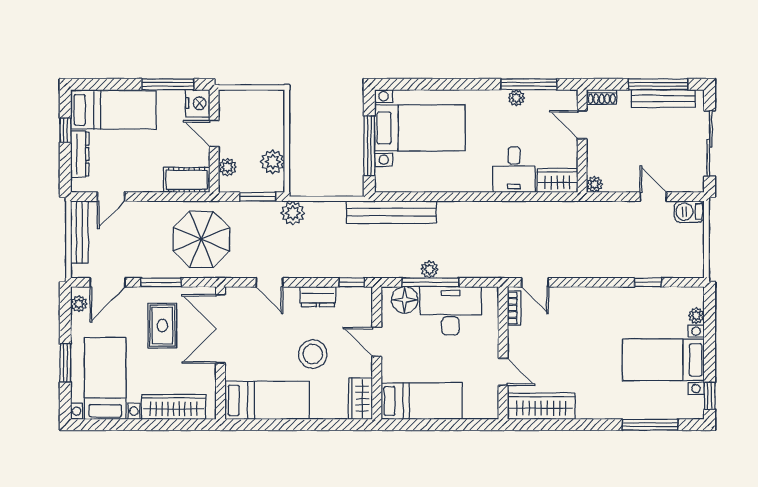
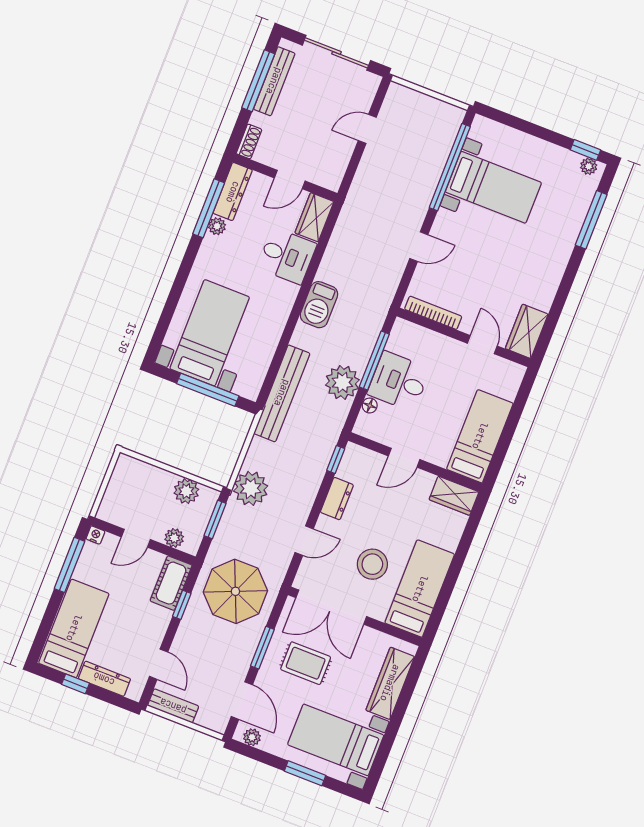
dresser: (552, 100) -> (233, 192), added
nightstand: (198, 103) -> (95, 535), width x0.53, depth x0.56
door: (582, 125) -> (290, 179), moved
plant: (595, 184) -> (333, 182), removed
window: (171, 197) -> (182, 605), added
barbecue: (689, 212) -> (319, 305), moved, width x1.38, depth x1.27
plant: (293, 213) -> (251, 488), width x1.36, depth x1.36
bench: (79, 232) -> (173, 706), width x0.73
plant: (429, 269) -> (342, 382), width x1.87, depth x1.87
window: (431, 282) -> (374, 361), moved
door: (535, 282) -> (419, 247), moved
window: (648, 282) -> (450, 167), width x3.17
floor lamp: (405, 300) -> (370, 405), width x0.53, depth x0.53
bookcase: (514, 308) -> (433, 313), width x1.56
desk: (450, 311) -> (399, 381), width x0.73
plant: (696, 316) -> (589, 166), moved
stool: (313, 354) -> (372, 564), moved
bed with nightstands: (663, 360) -> (493, 187), moved, turned -90
door: (503, 372) -> (482, 345), hinge flipped
wardrobe: (541, 406) -> (527, 331), width x0.67

